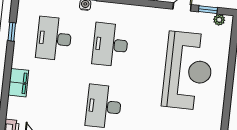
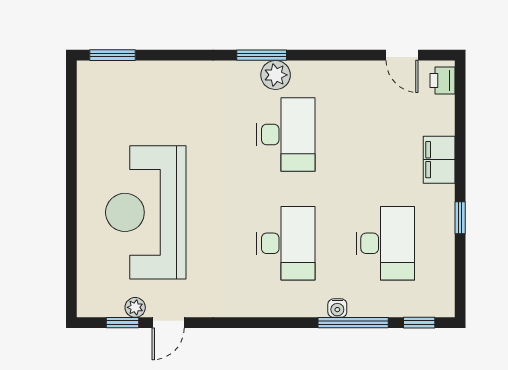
plant: (219, 20) -> (135, 307), moved
window: (12, 32) -> (460, 218), moved

